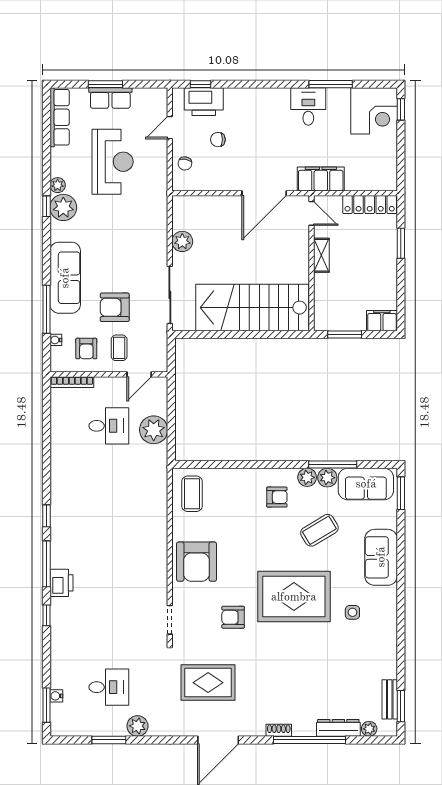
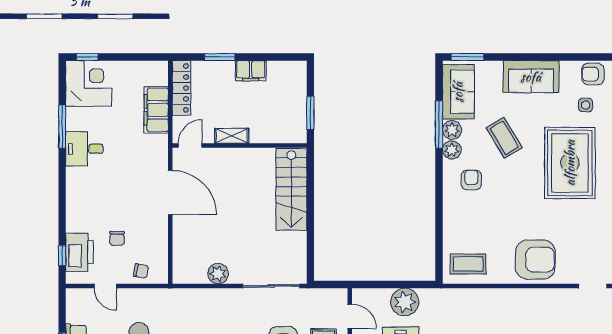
filing cabinet: (321, 179) -> (156, 110), moved
stairs: (252, 308) -> (291, 189), width x0.73, depth x0.66
filing cabinet: (382, 321) -> (251, 71), moved, turned -90
armchair: (233, 617) -> (593, 74), moved, turned 90

